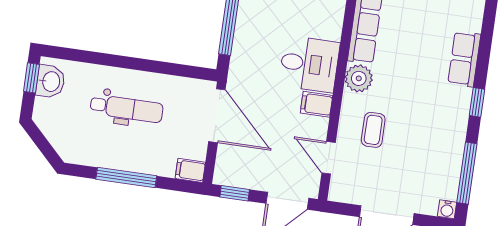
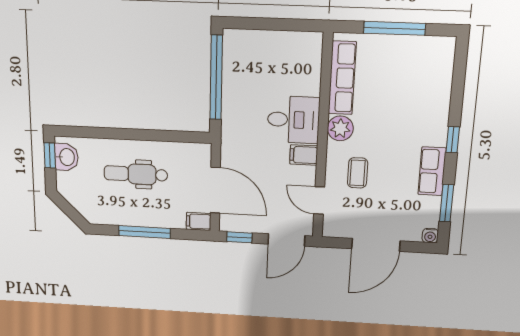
row of seats: (464, 59) -> (432, 171), moved
dental chair: (127, 108) -> (136, 174), turned 180
door: (217, 116) -> (215, 190), moved
window: (467, 173) -> (447, 203), width x0.69

